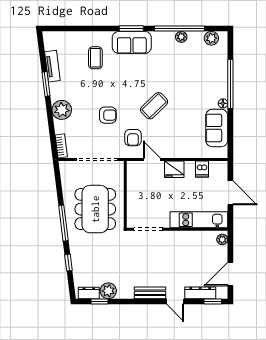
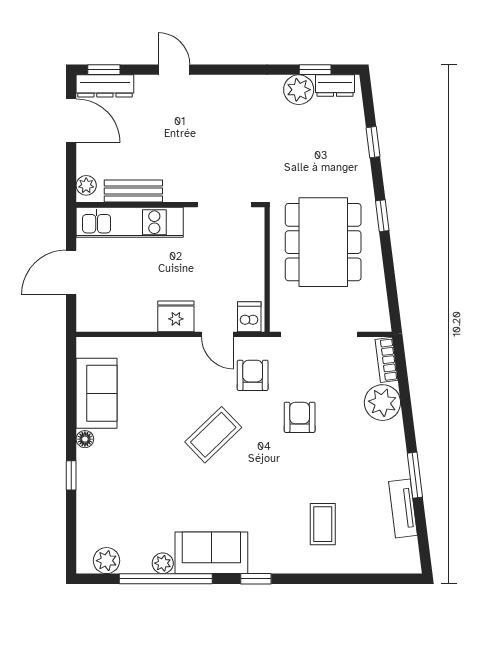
window: (131, 28) -> (256, 579), width x0.67
sofa: (132, 42) -> (211, 553), moved
window: (230, 84) -> (71, 475), width x0.32
plant: (62, 110) -> (382, 403), moved
armchair: (108, 115) -> (300, 417), turned 90
dishwasher: (202, 169) -> (249, 317), moved
door: (230, 193) -> (71, 272), hinge flipped
window: (63, 223) -> (382, 216), width x0.46
door: (230, 274) -> (71, 121), hinge flipped
bench: (150, 293) -> (133, 191), moved
dresser: (200, 293) -> (105, 86), moved

